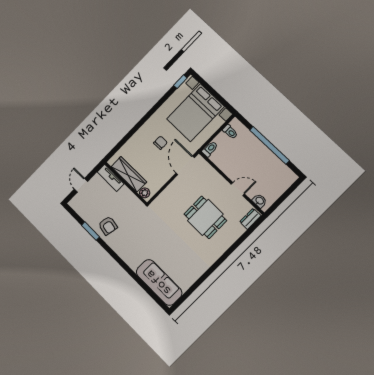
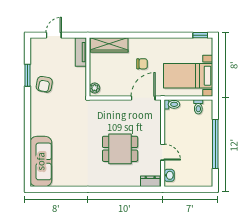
bed with nightstands: (195, 113) -> (188, 76), width x0.73
wardrobe: (129, 174) -> (109, 45), moved, turned 90
dining table: (205, 217) -> (120, 149), turned 90

